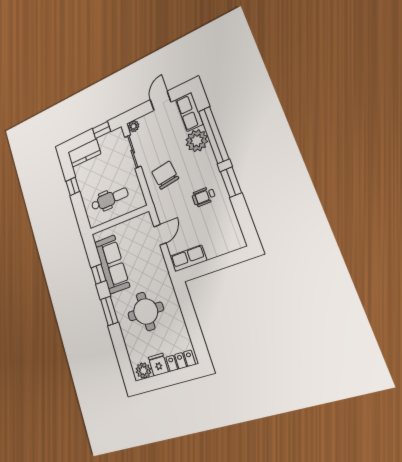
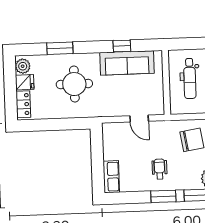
row of seats: (188, 258) -> (111, 177), moved
window: (109, 311) -> (60, 48), moved

